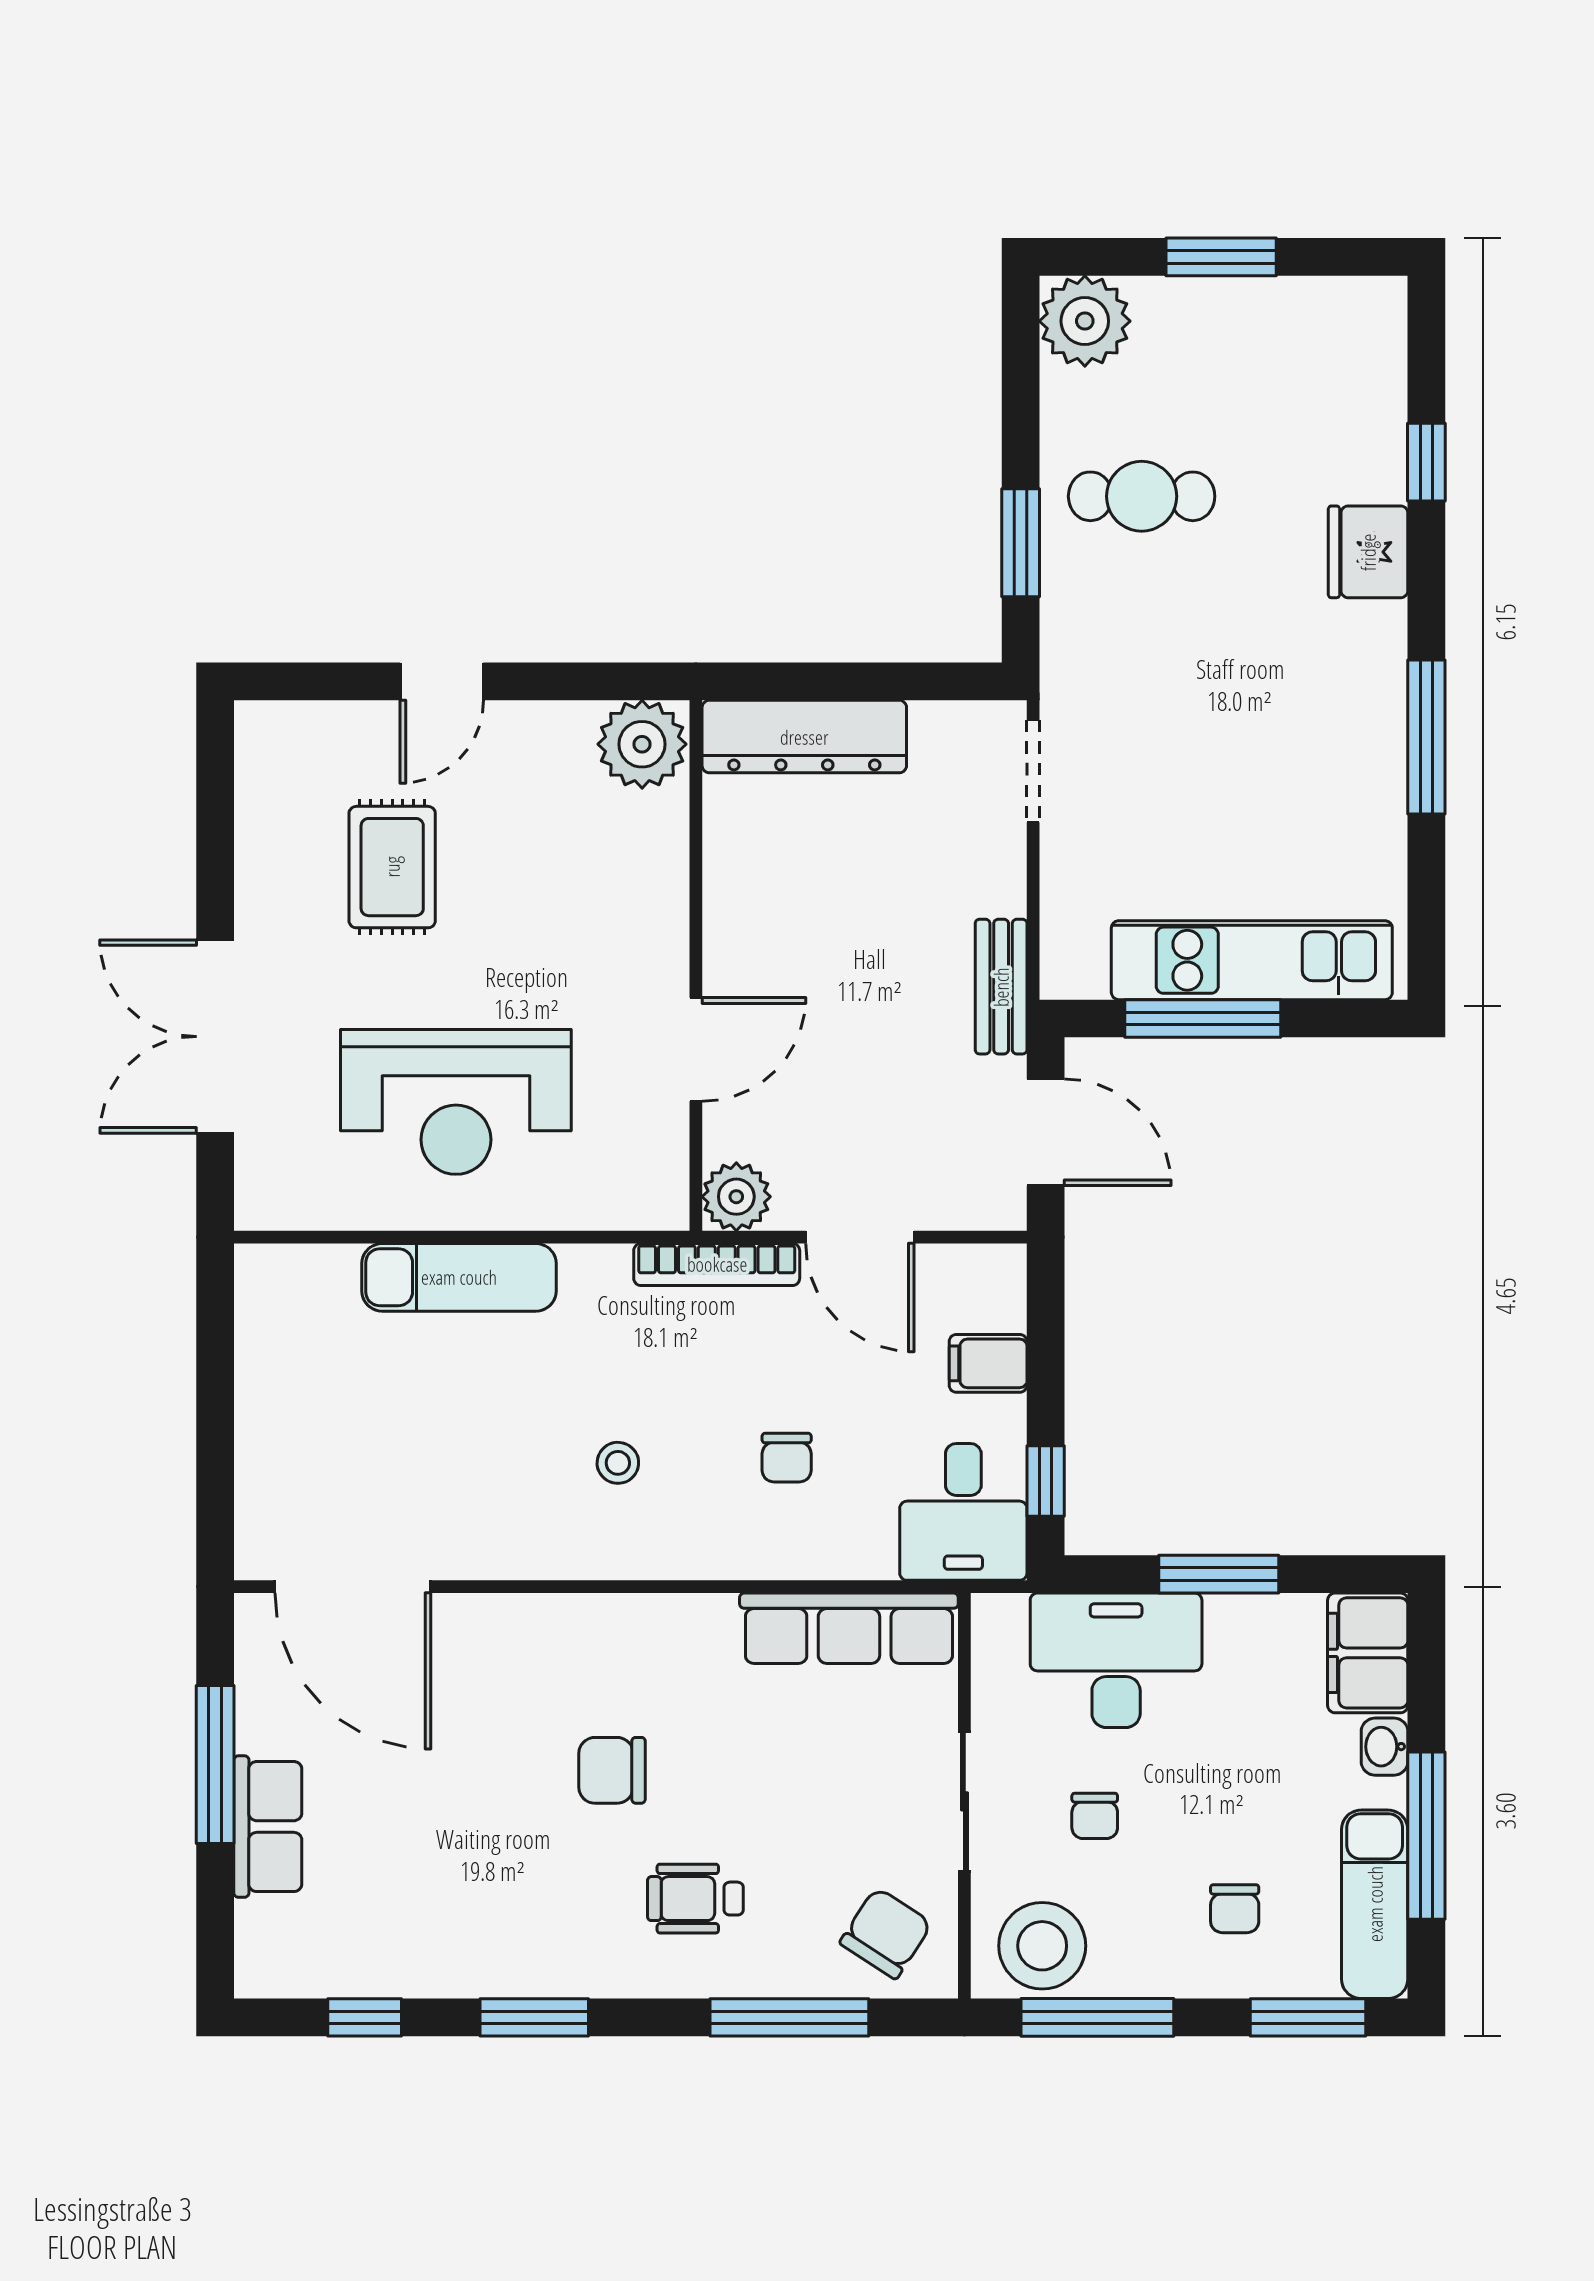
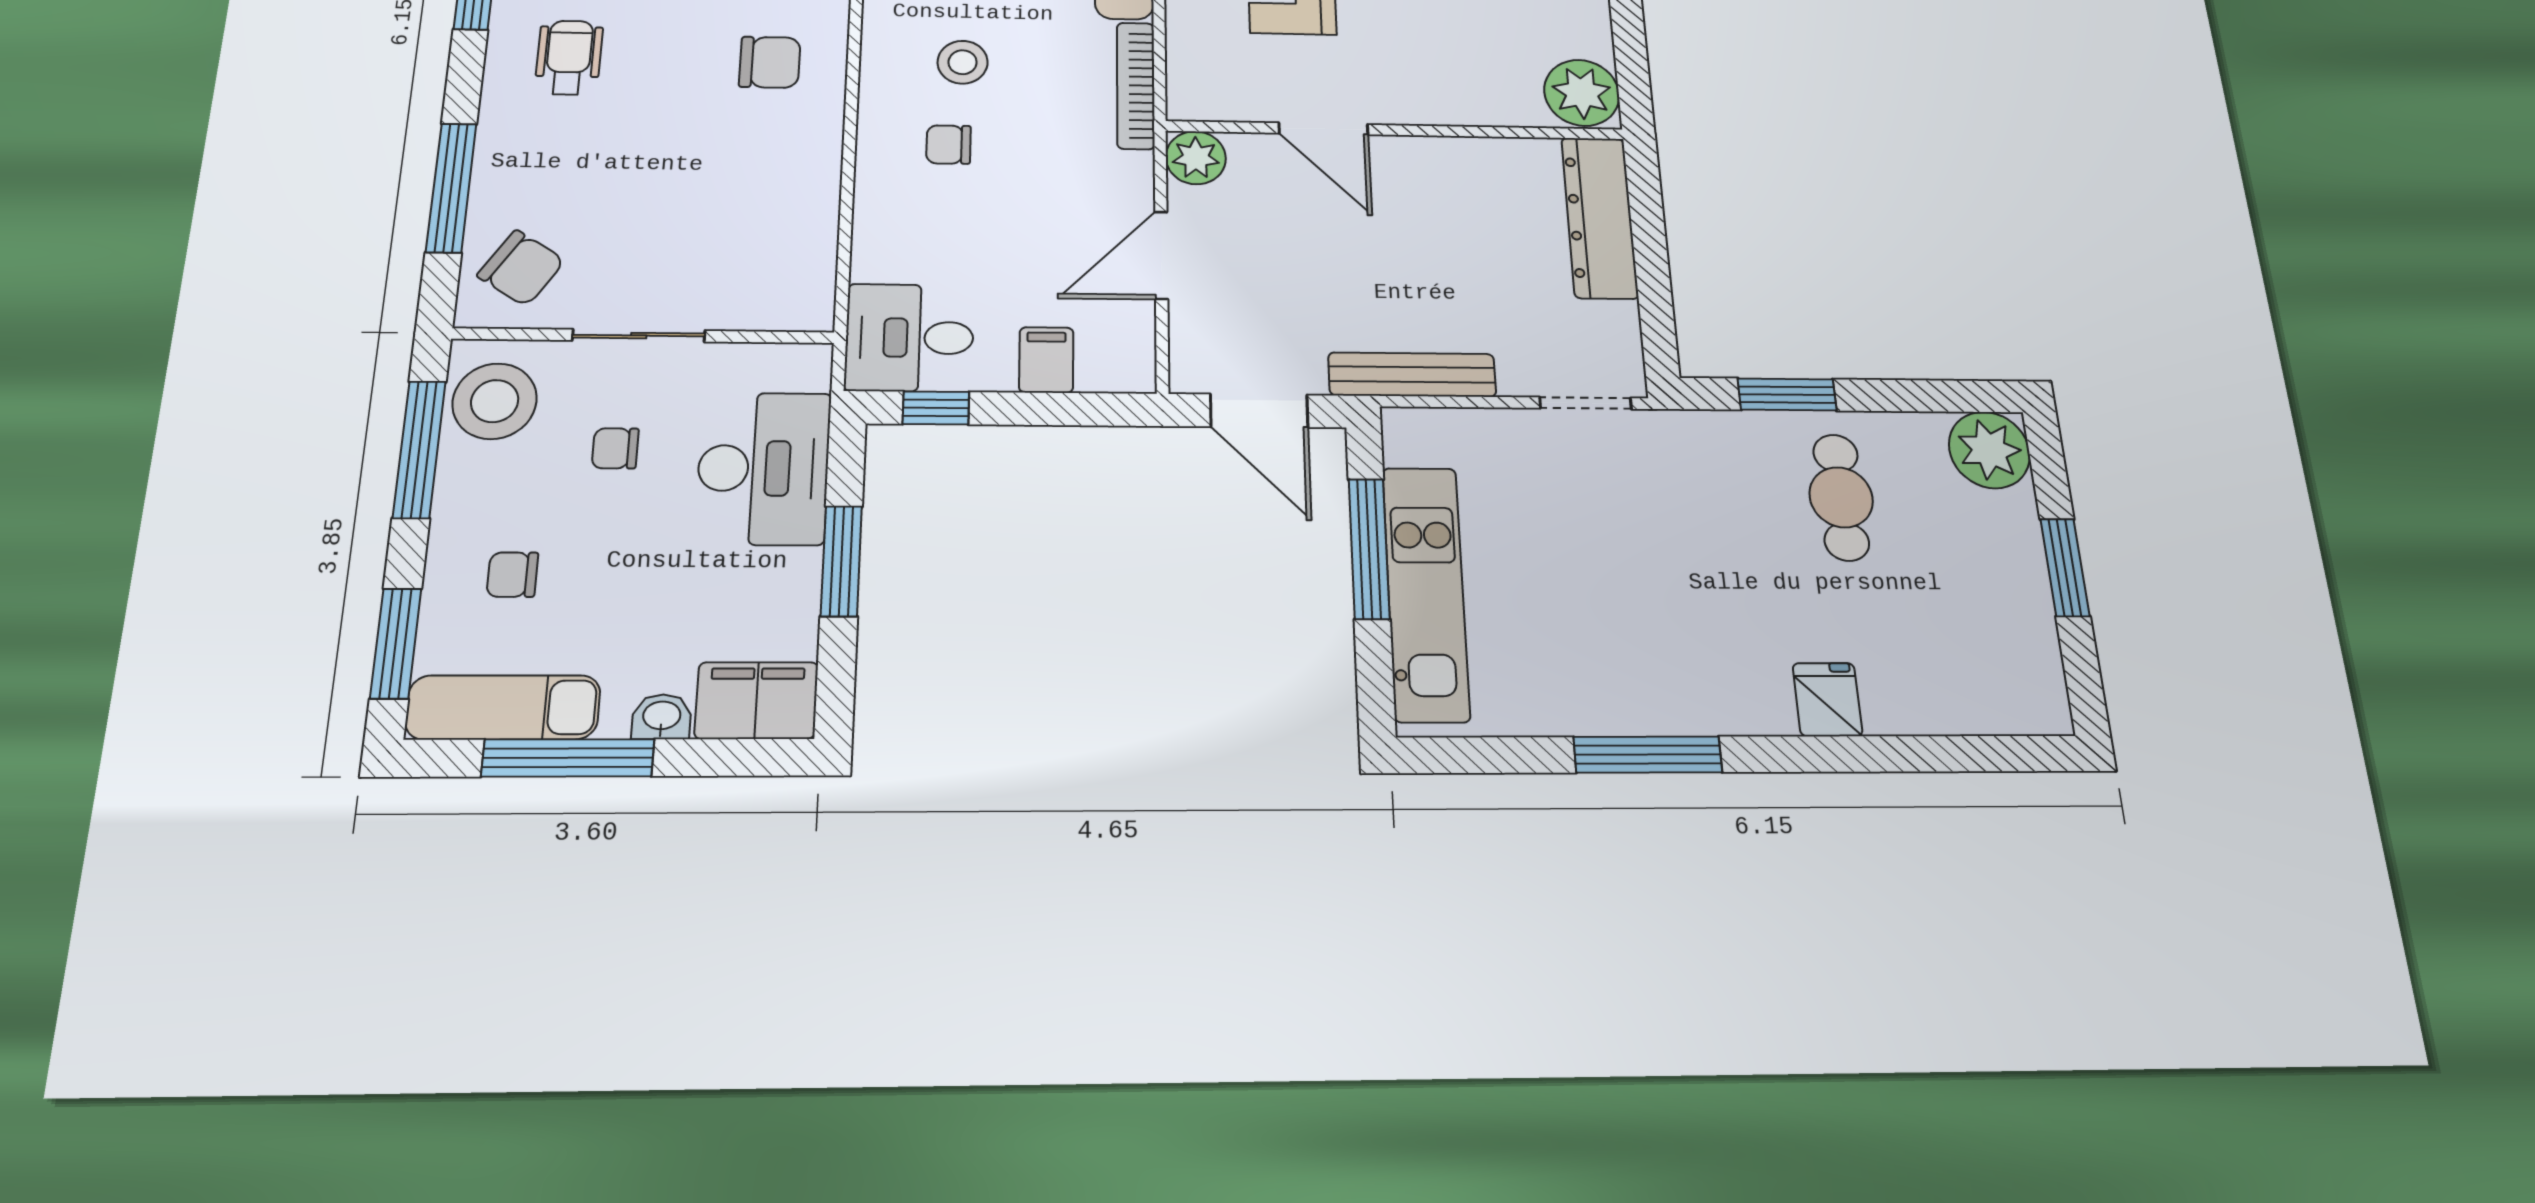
window: (1426, 462) -> (1906, 754), removed
fridge: (1368, 552) -> (1827, 700), width x0.72
bench: (1001, 987) -> (1412, 375), width x1.36
door: (1046, 1132) -> (1259, 411), hinge flipped
bookcase: (717, 1264) -> (1136, 85), moved
chair: (787, 1458) -> (949, 145), moved
stool: (618, 1463) -> (963, 62), width x1.37, depth x1.37
row of seats: (849, 1628) -> (807, 241), removed
chair: (612, 1770) -> (770, 62), moved, turned 90
wheelchair: (695, 1899) -> (569, 57), moved

